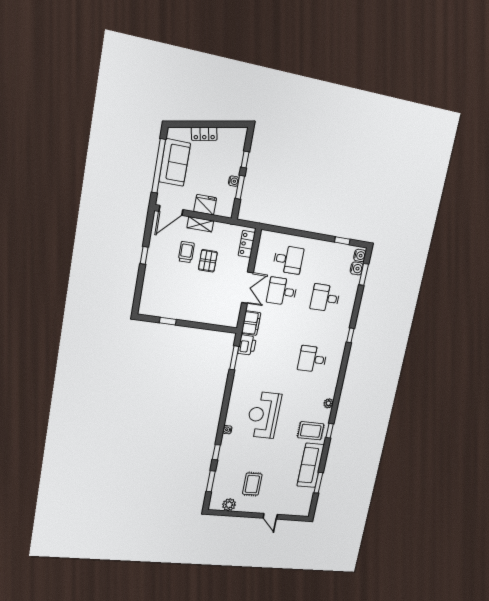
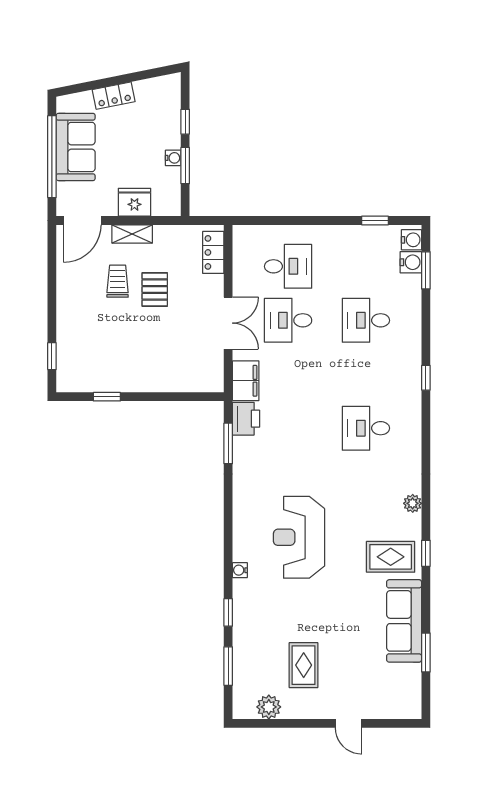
window: (144, 255) -> (52, 356), moved

